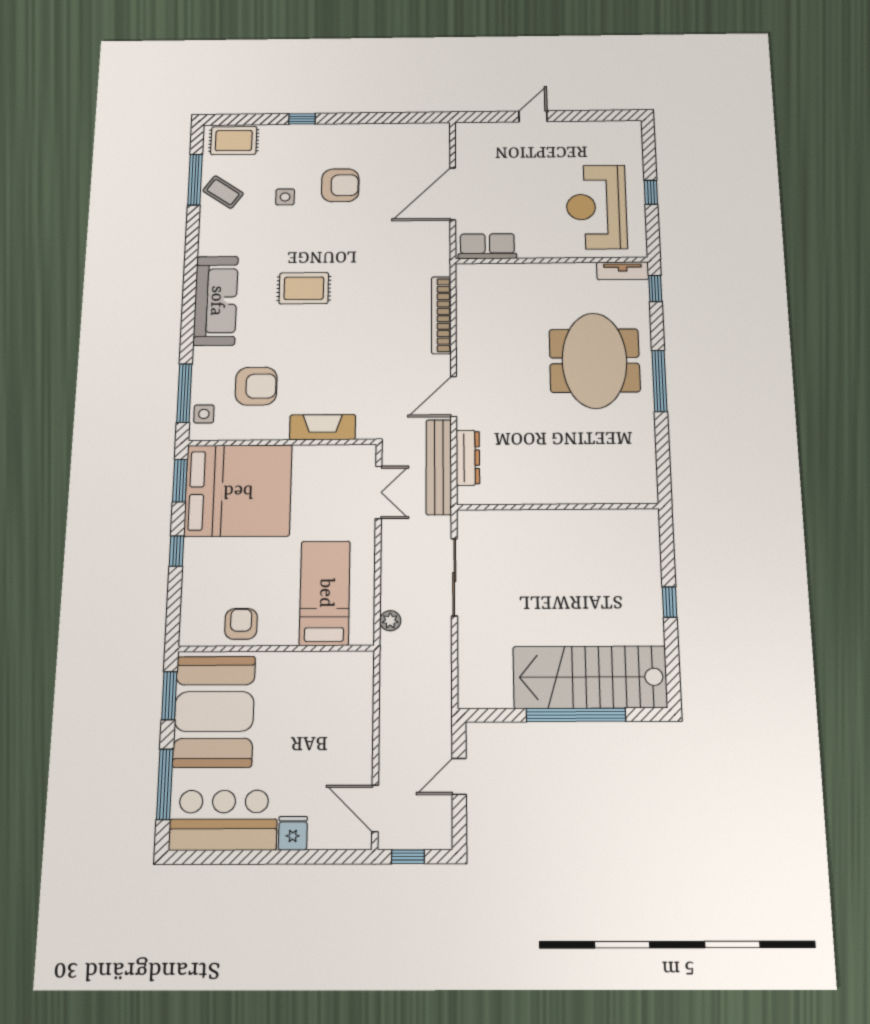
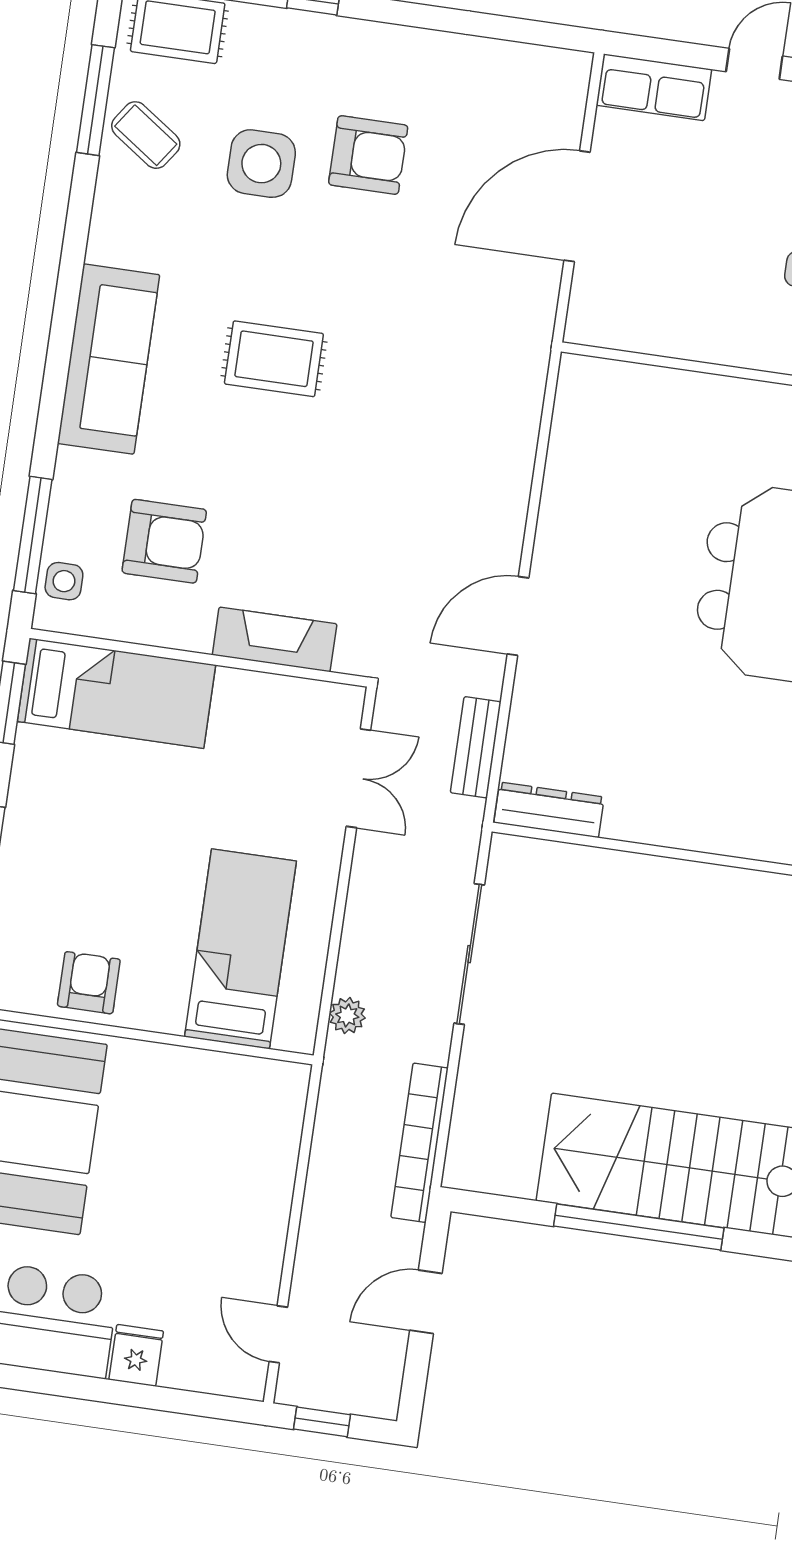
side table: (285, 197) -> (261, 164), width x1.87, depth x1.87
row of seats: (487, 246) -> (654, 87), moved, turned 180
bookcase: (441, 315) -> (420, 1143), moved
dresser: (468, 458) -> (549, 810), moved, turned -90
bench: (439, 467) -> (476, 747), width x0.54, depth x0.82
bed: (238, 490) -> (116, 693), width x0.49
door: (375, 808) -> (278, 1334), width x0.73

